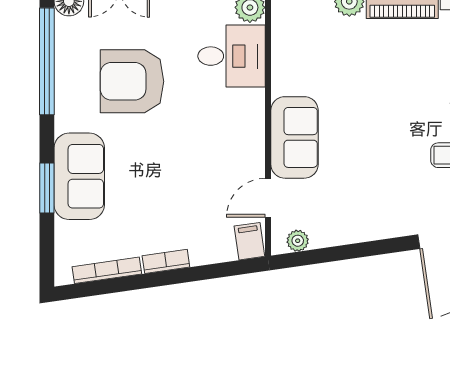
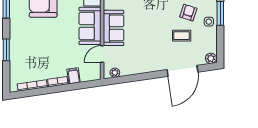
sofa: (79, 176) -> (90, 26), moved, turned 180
filing cabinet: (249, 241) -> (74, 76), moved

